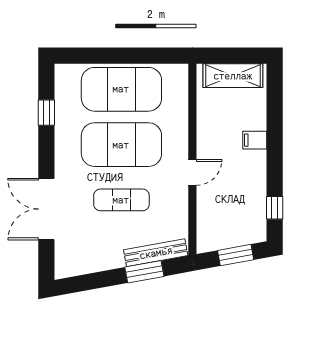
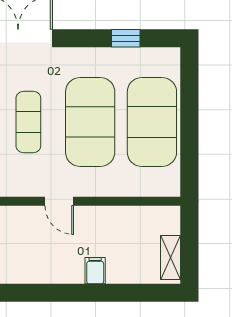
shelving: (233, 76) -> (170, 257), width x0.67, depth x0.75
window: (275, 208) -> (20, 293), removed

